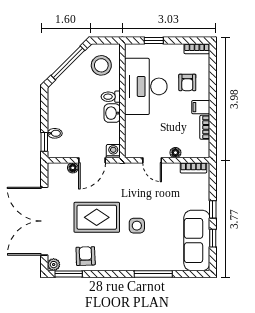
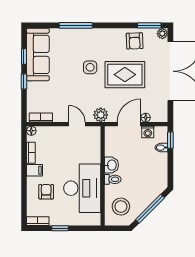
window: (154, 40) -> (60, 228), moved
washing machine: (113, 151) -> (148, 132), moved
floor lamp: (175, 153) -> (31, 131), moved
plant: (125, 171) -> (101, 115), added

